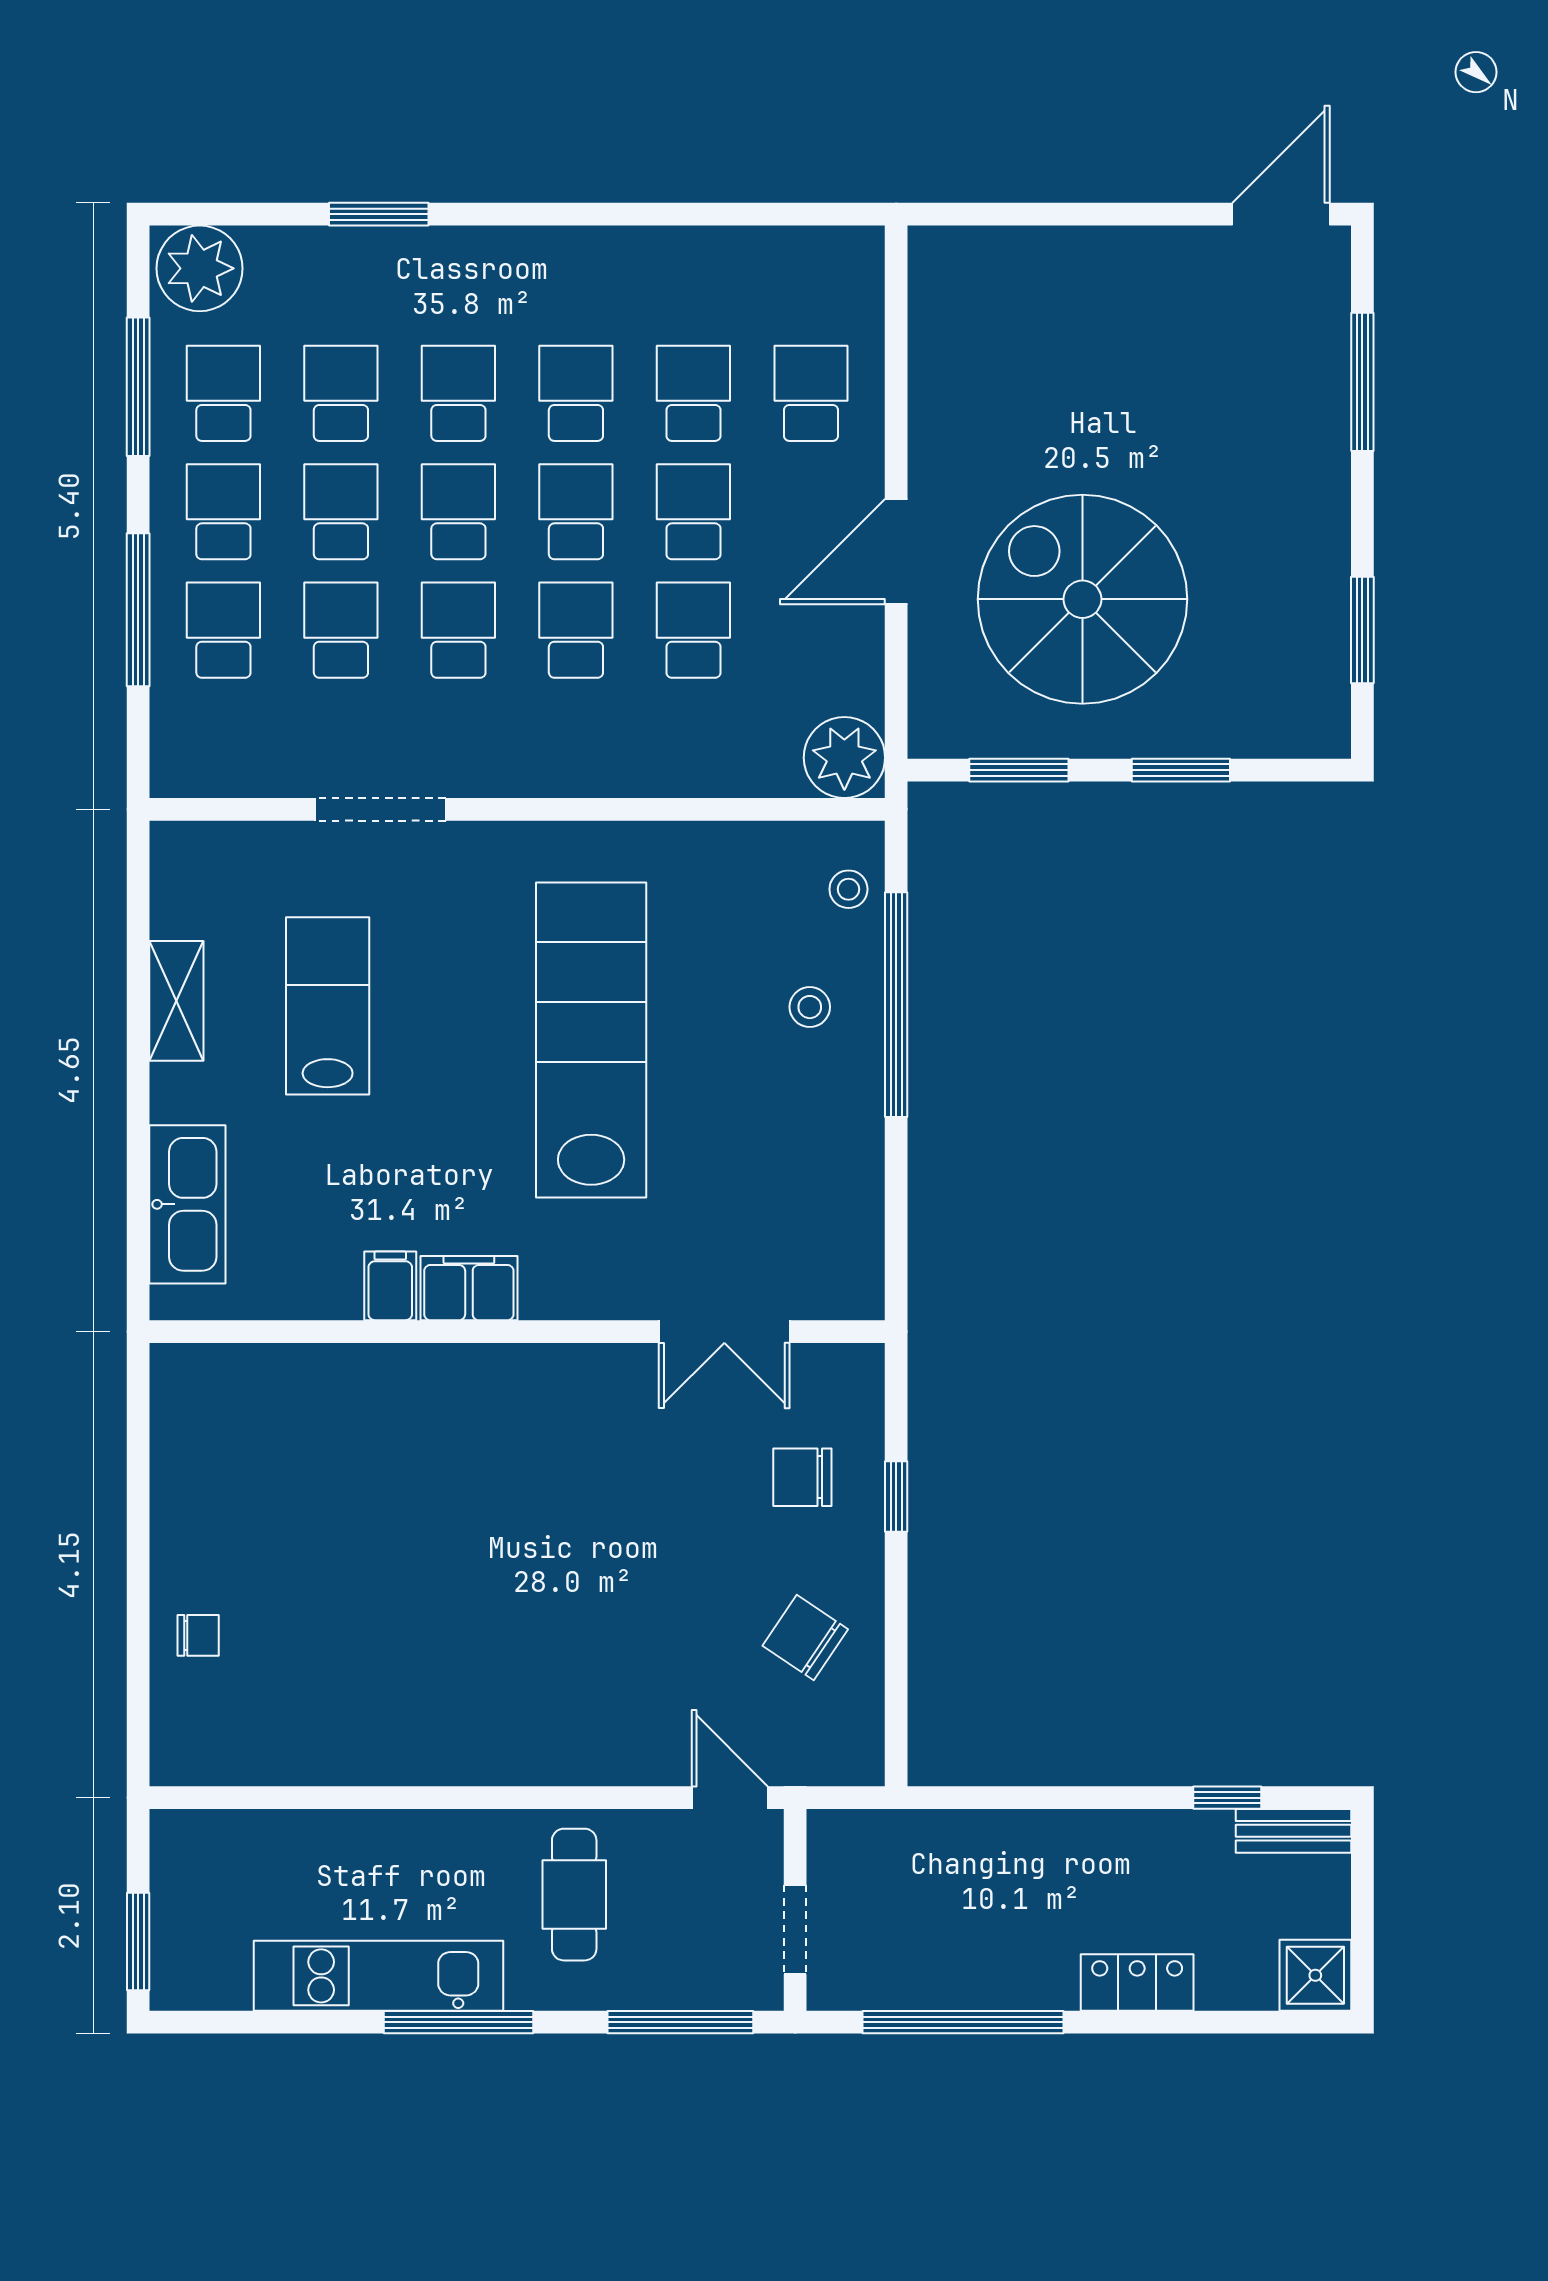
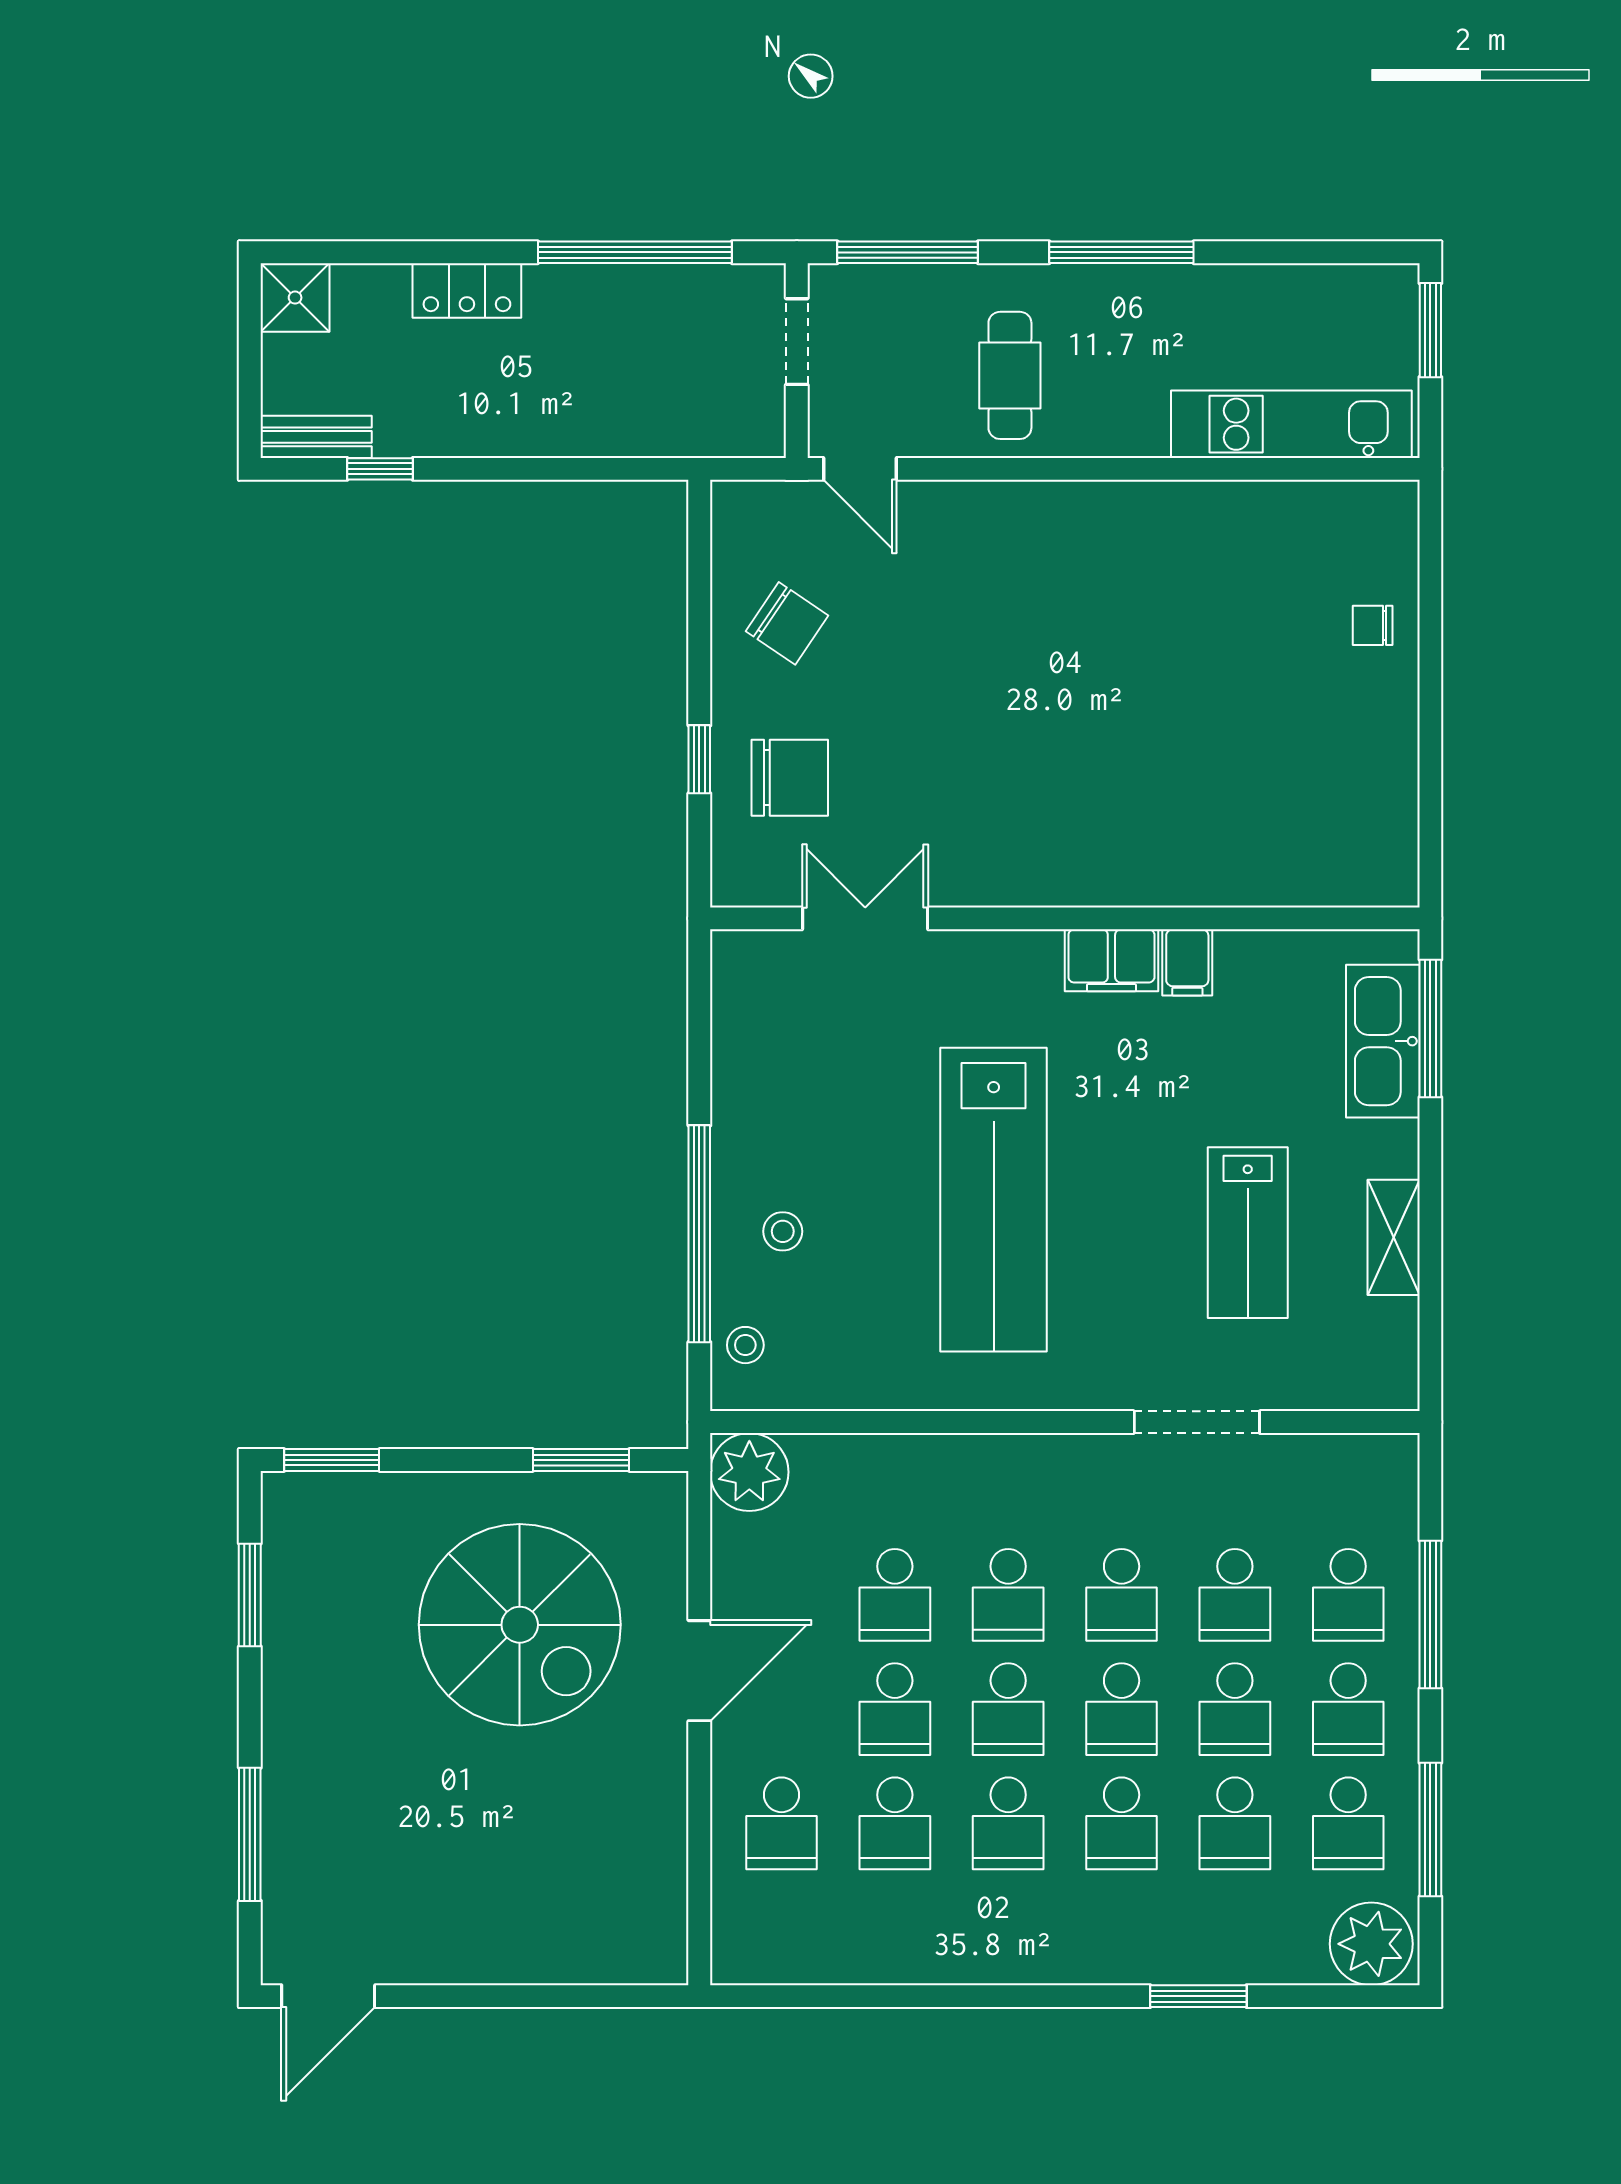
window: (1181, 770) -> (332, 1460), moved
window: (138, 1217) -> (1430, 1028), added
chair: (802, 1477) -> (790, 778), width x1.37, depth x1.37
kitchen unit: (378, 1976) -> (1291, 424), moved, turned 180

